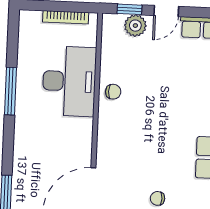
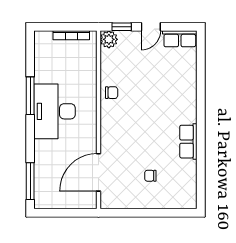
plant: (135, 26) -> (109, 39), moved
desk: (69, 81) -> (55, 111), moved, turned 180

